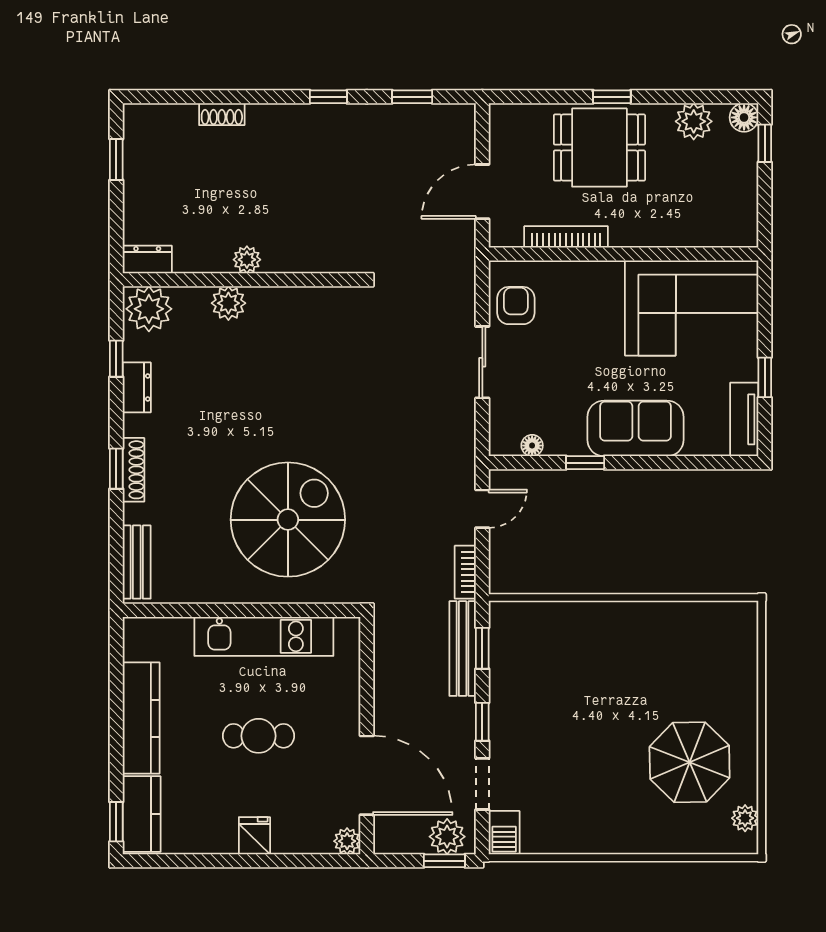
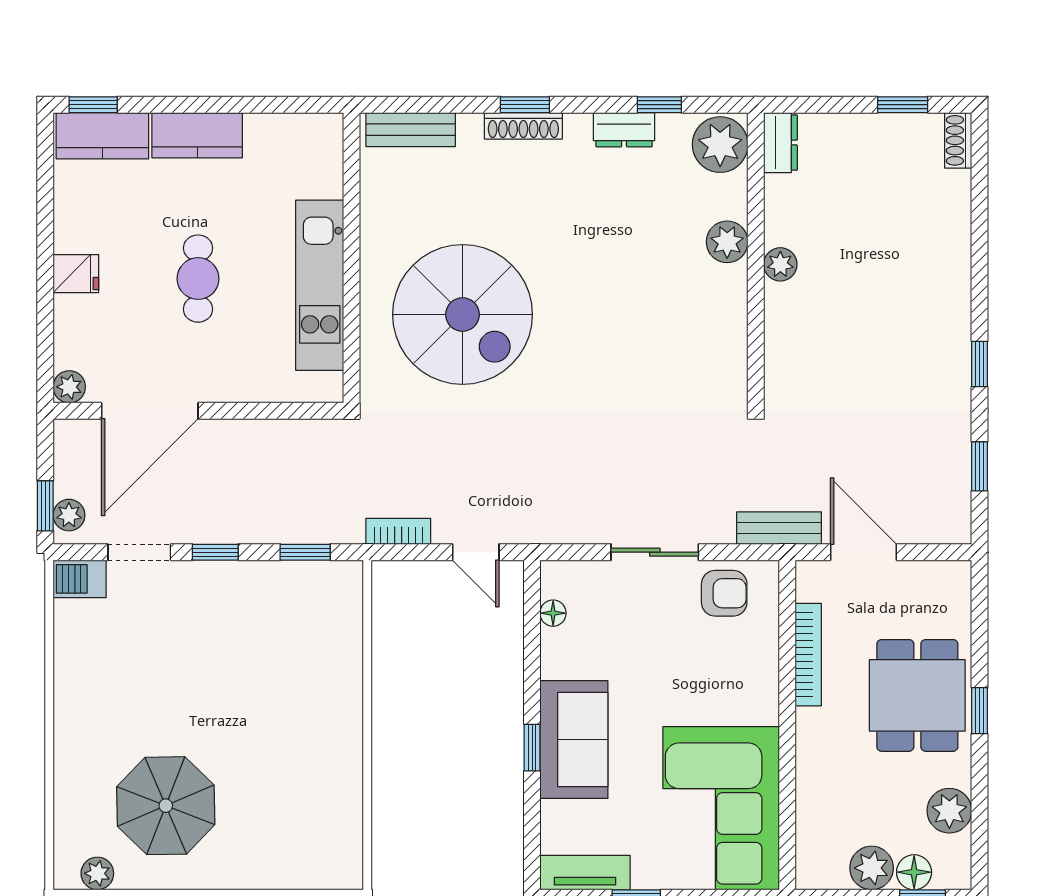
shoe rack: (222, 114) -> (958, 140), moved
floor lamp: (744, 117) -> (914, 872), moved
plant: (741, 185) -> (872, 868), added
window: (585, 463) -> (532, 748), moved
bench: (463, 649) -> (779, 528), moved, width x0.73
kitchen counter: (141, 718) -> (197, 135), width x0.67
plant: (447, 837) -> (69, 515), width x0.73, depth x0.73

